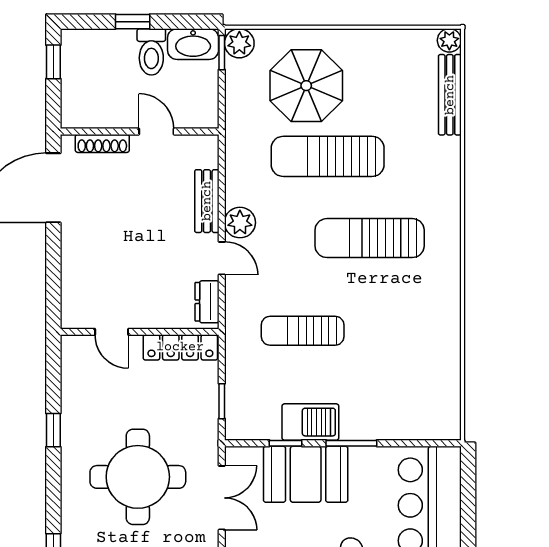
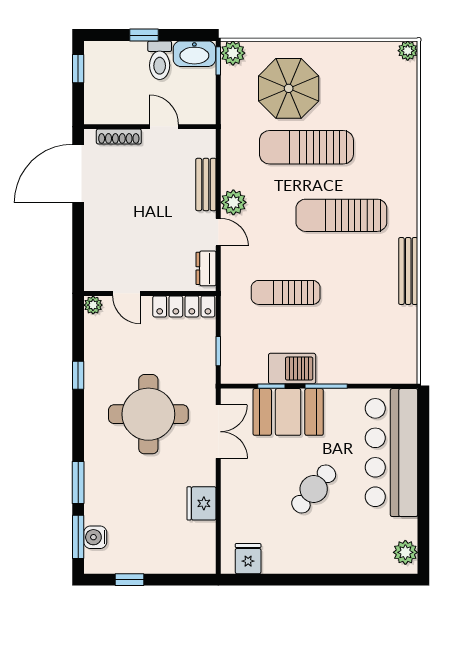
bench: (450, 95) -> (408, 271), moved
plant: (71, 346) -> (93, 305), added

